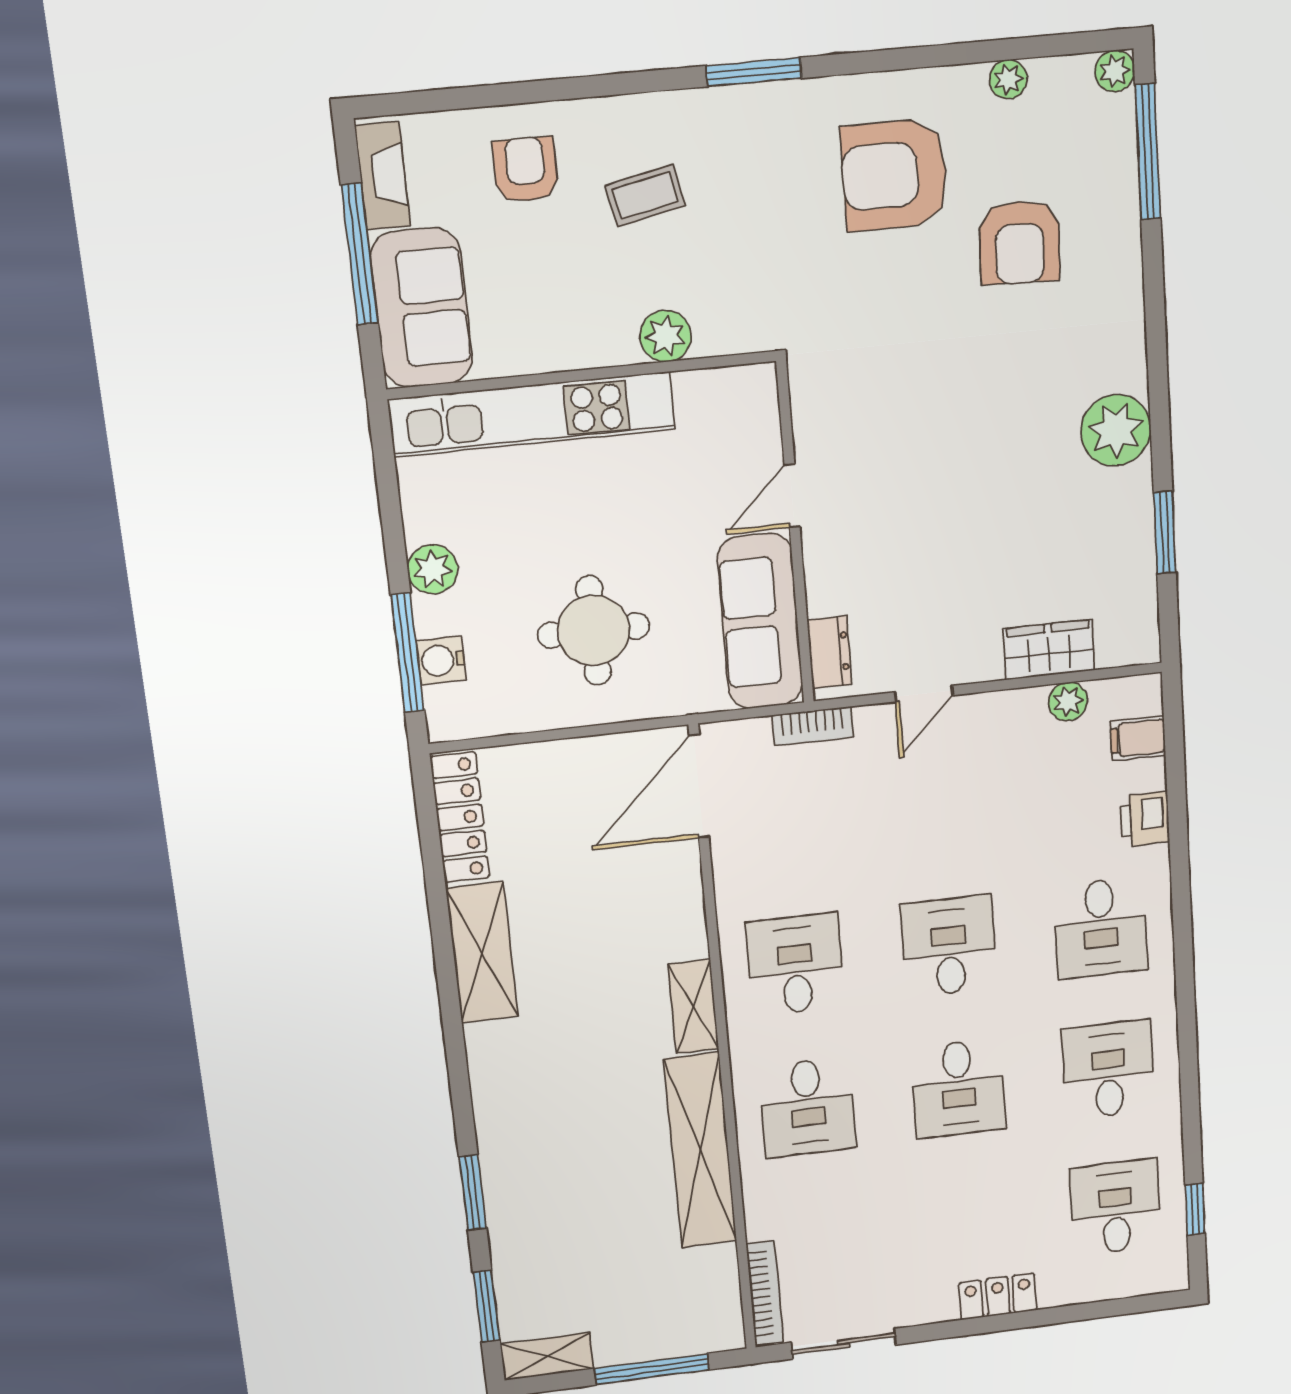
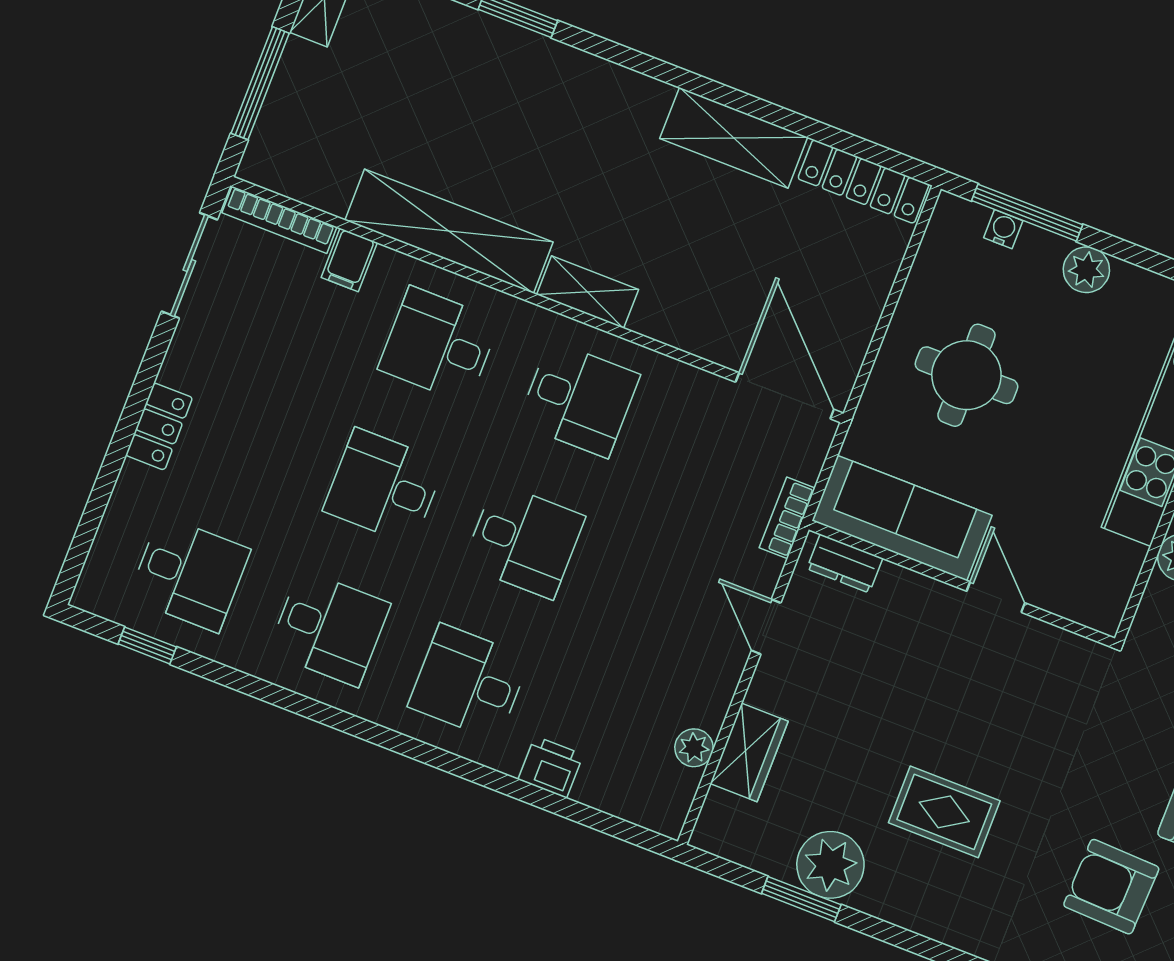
plant: (1116, 430) -> (830, 865), moved
rug: (1021, 441) -> (944, 812), added
water cooler: (441, 660) -> (1003, 229), width x0.72, depth x0.72
filing cabinet: (1138, 738) -> (349, 260), moved, turned 180

